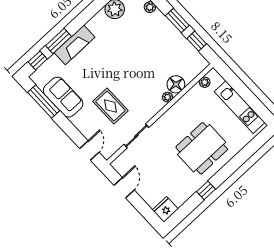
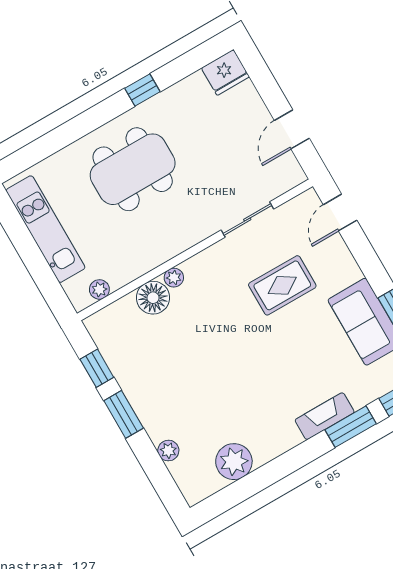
fireplace: (75, 45) -> (325, 416), width x0.73, depth x0.76
rug: (111, 106) -> (282, 285), turned 90

